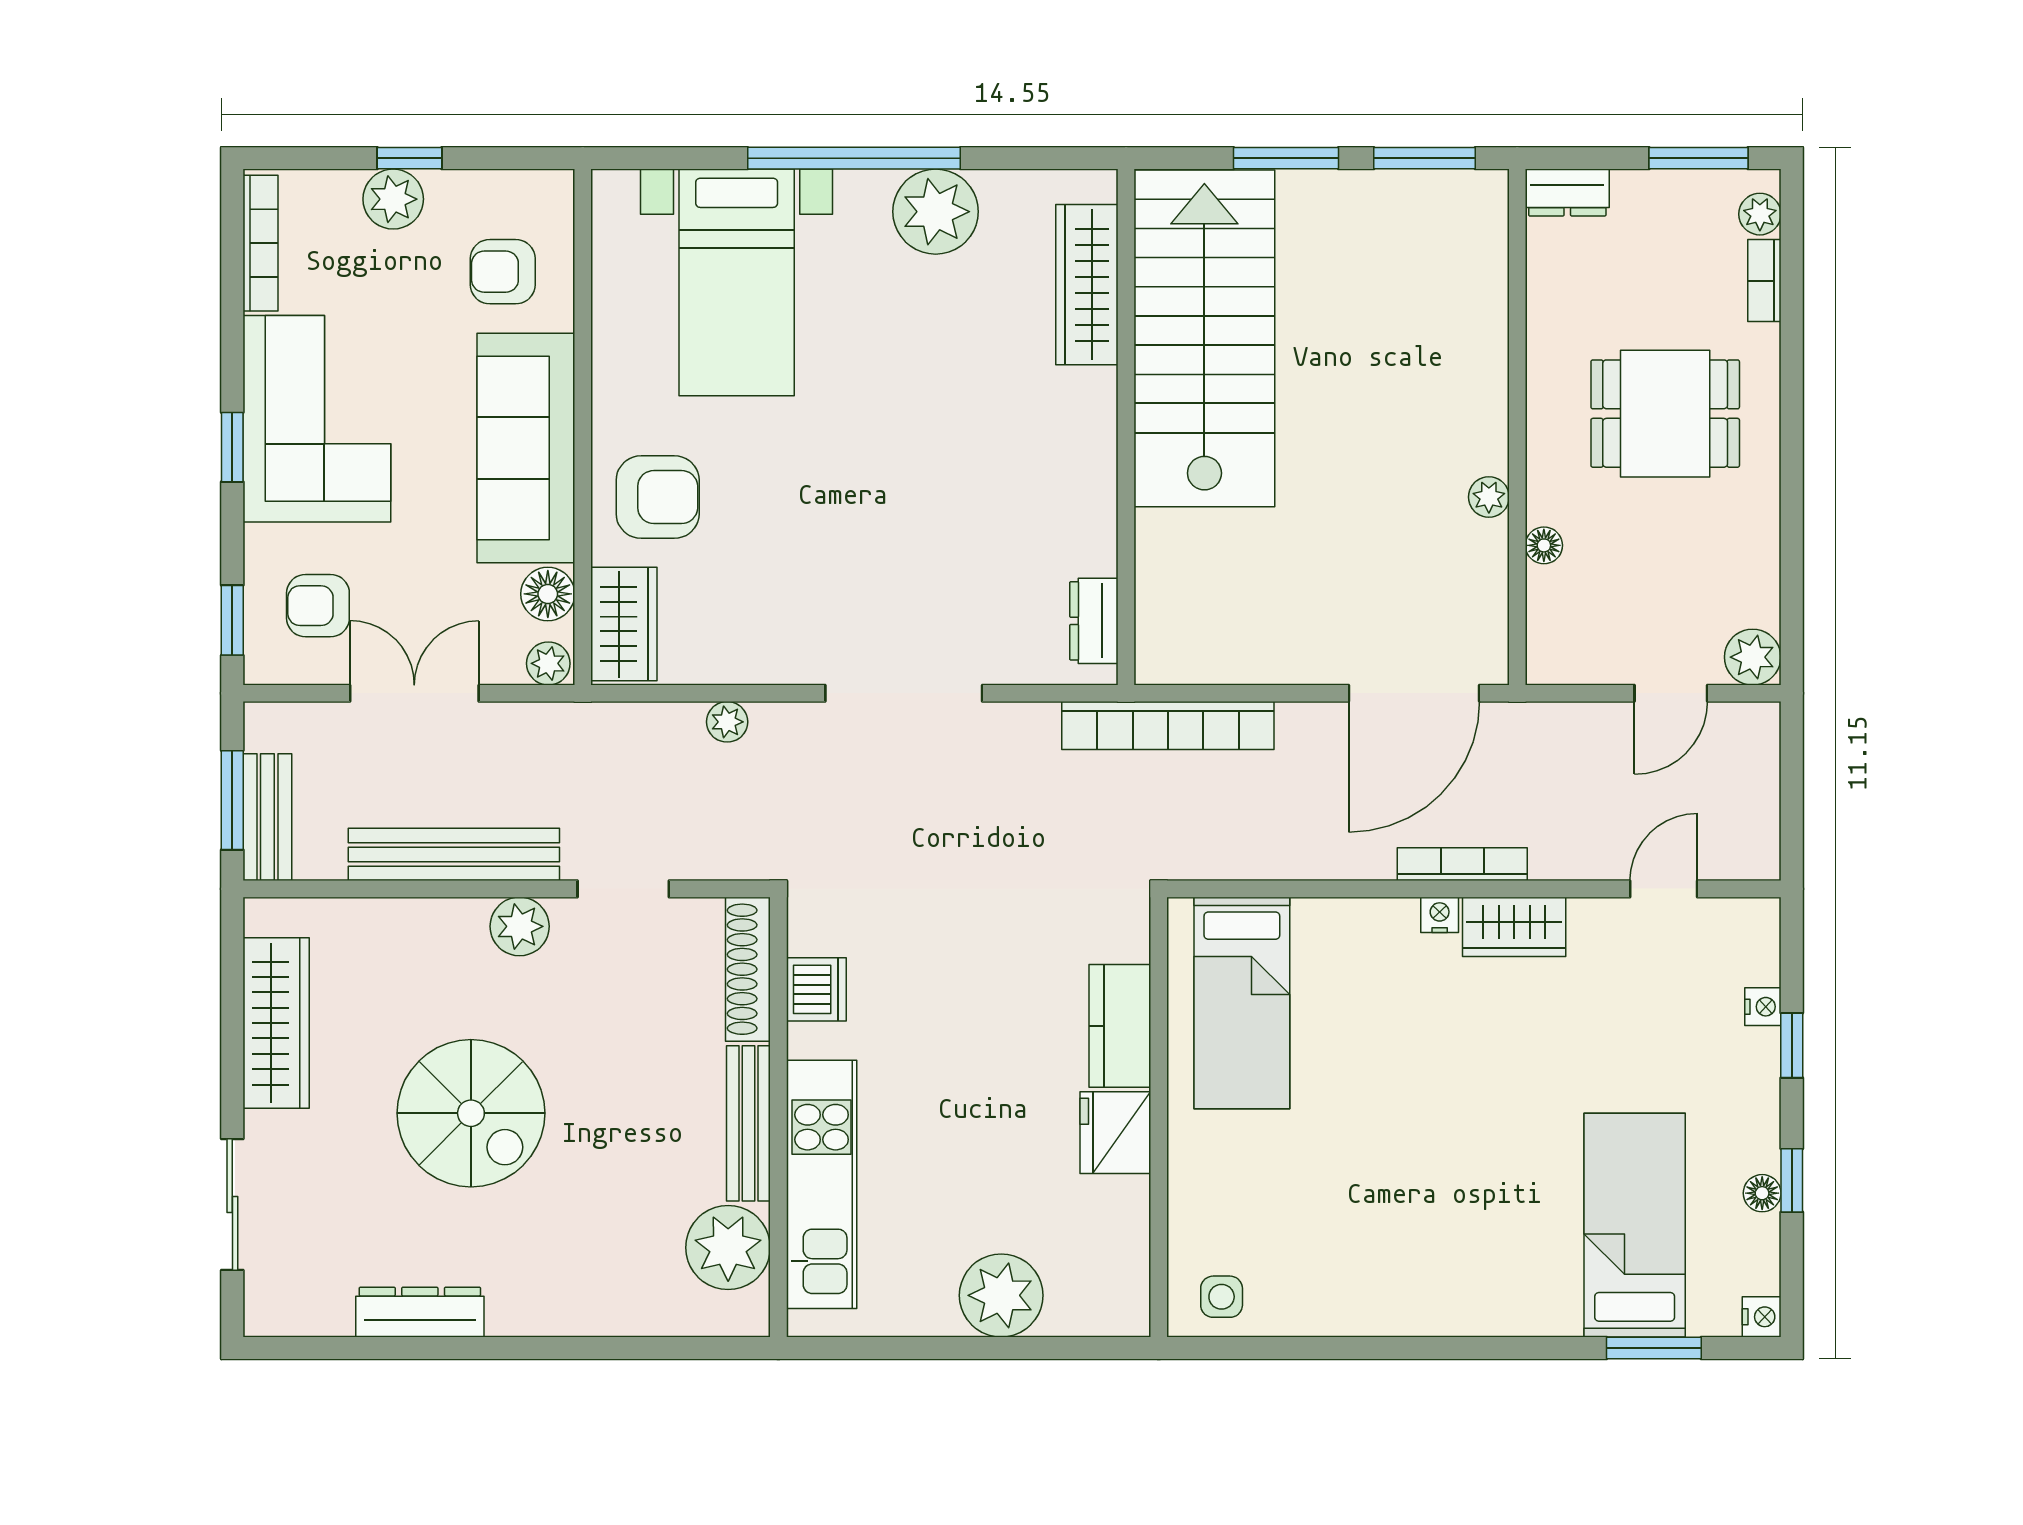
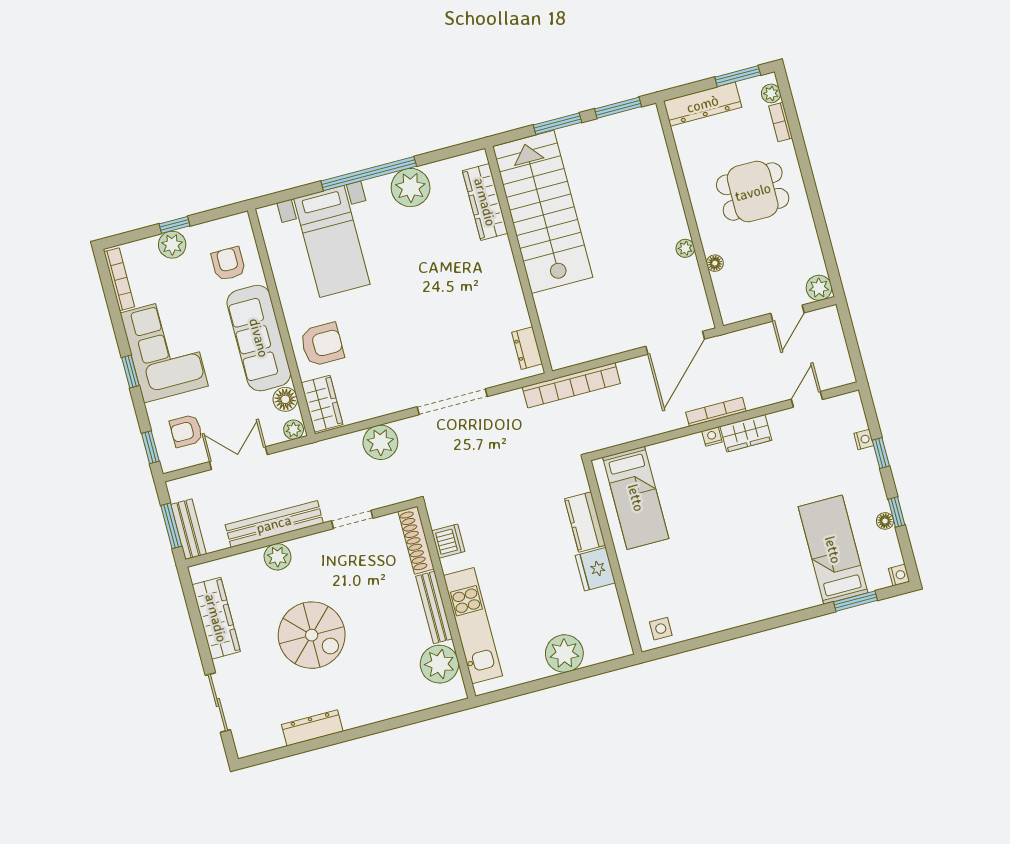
dresser: (1567, 193) -> (703, 104), width x1.96, depth x1.24
armchair: (503, 272) -> (228, 264), turned 90
plant: (727, 722) -> (380, 442), width x1.87, depth x1.87
plant: (520, 926) -> (278, 557), moved

